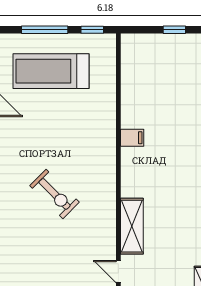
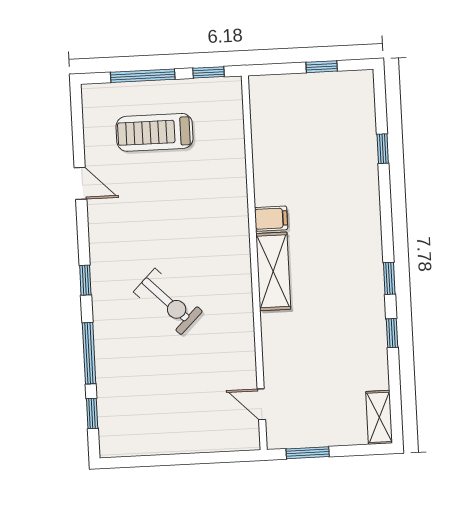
treadmill: (51, 71) -> (155, 132), width x0.73, depth x0.73
shelving: (132, 226) -> (273, 271), moved

